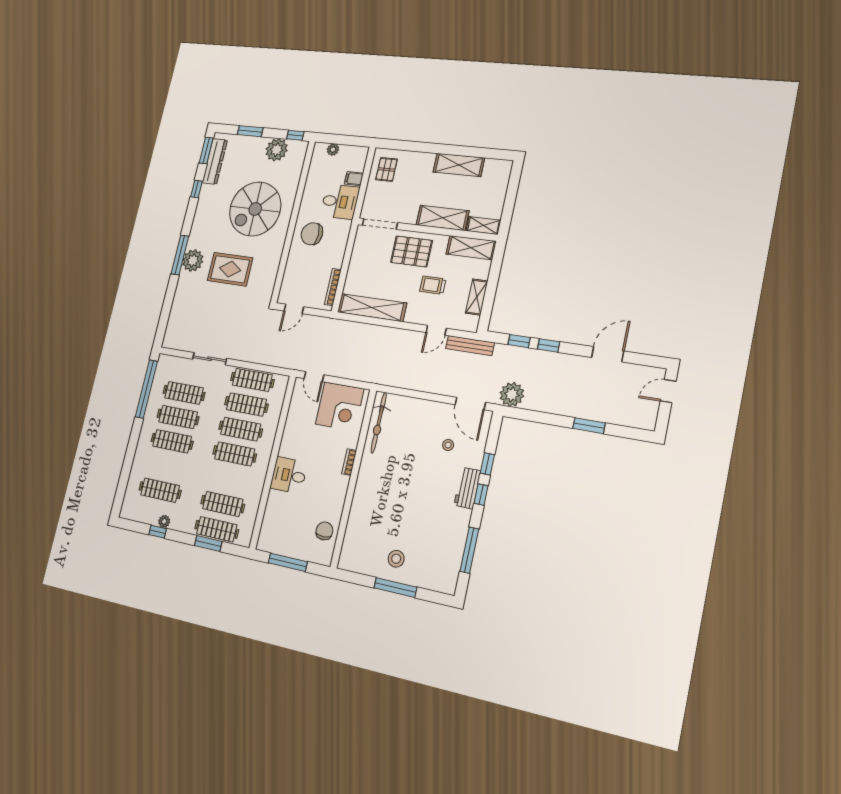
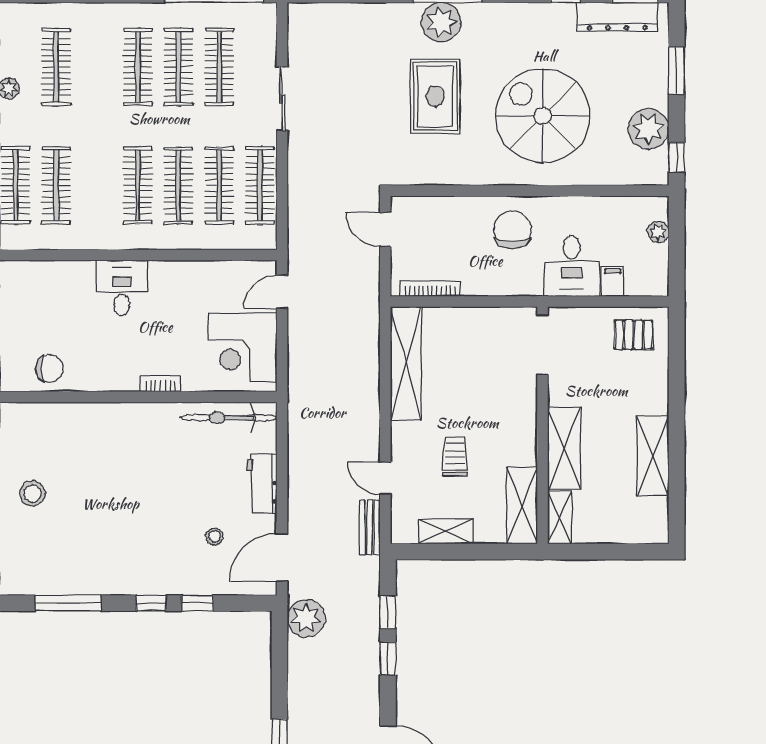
pallet: (411, 251) -> (504, 409), removed
bench: (470, 346) -> (370, 527), width x0.73
workbench: (467, 488) -> (262, 483), moved, turned -90

